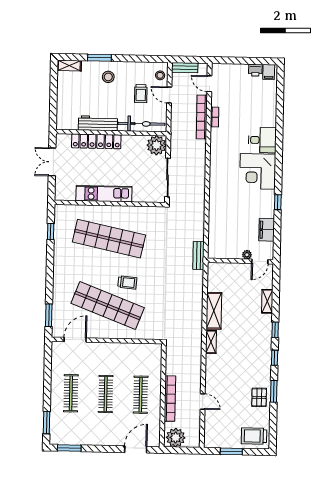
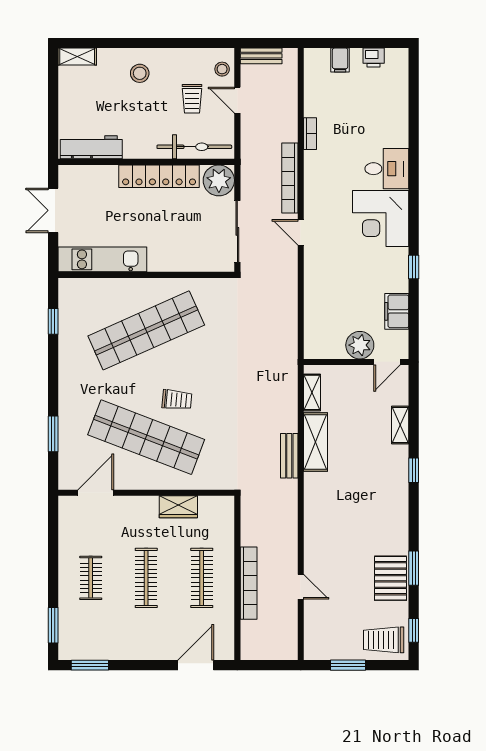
window: (99, 58) -> (125, 43), removed
filing cabinet: (269, 72) -> (340, 60), moved
door: (209, 84) -> (301, 232), moved
bookcase: (202, 117) -> (290, 178), moved
workbench: (98, 123) -> (91, 147), moved
locker: (96, 141) -> (159, 176), moved
kitchen unit: (104, 194) -> (102, 259), moved
shop shelf: (109, 239) -> (146, 330), turned -36
plant: (247, 255) -> (360, 345), width x1.88, depth x1.88
bench: (198, 256) -> (289, 456), moved
window: (49, 315) -> (53, 434), moved
shelving: (211, 342) -> (312, 392), moved
wardrobe: (127, 350) -> (178, 507), added
window: (275, 358) -> (414, 630), moved
clothes rail: (71, 393) -> (91, 578), width x0.73
pallet: (259, 397) -> (390, 578), width x1.50, depth x1.42
plant: (176, 438) -> (259, 645), removed

